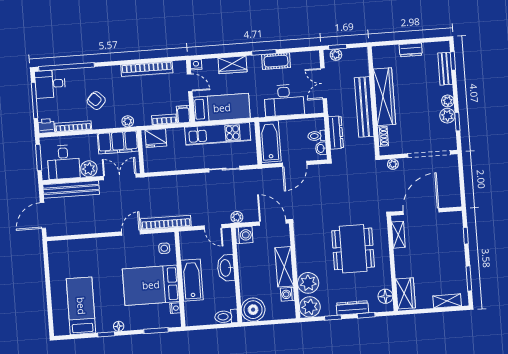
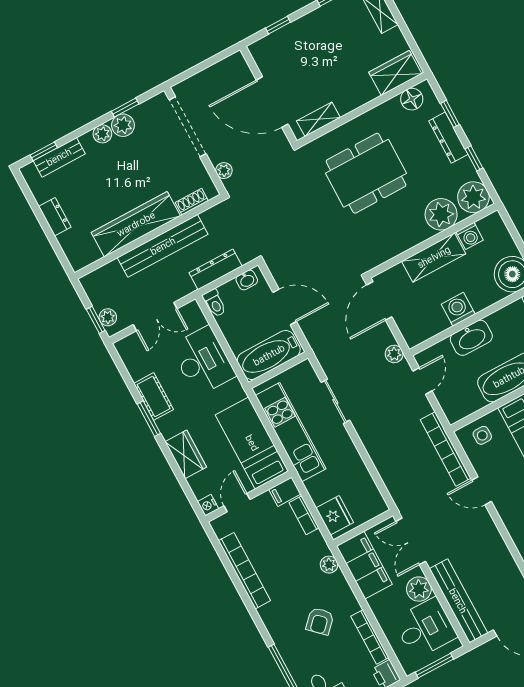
toilet: (317, 136) -> (215, 303), moved
washing machine: (244, 235) -> (458, 309), moved

